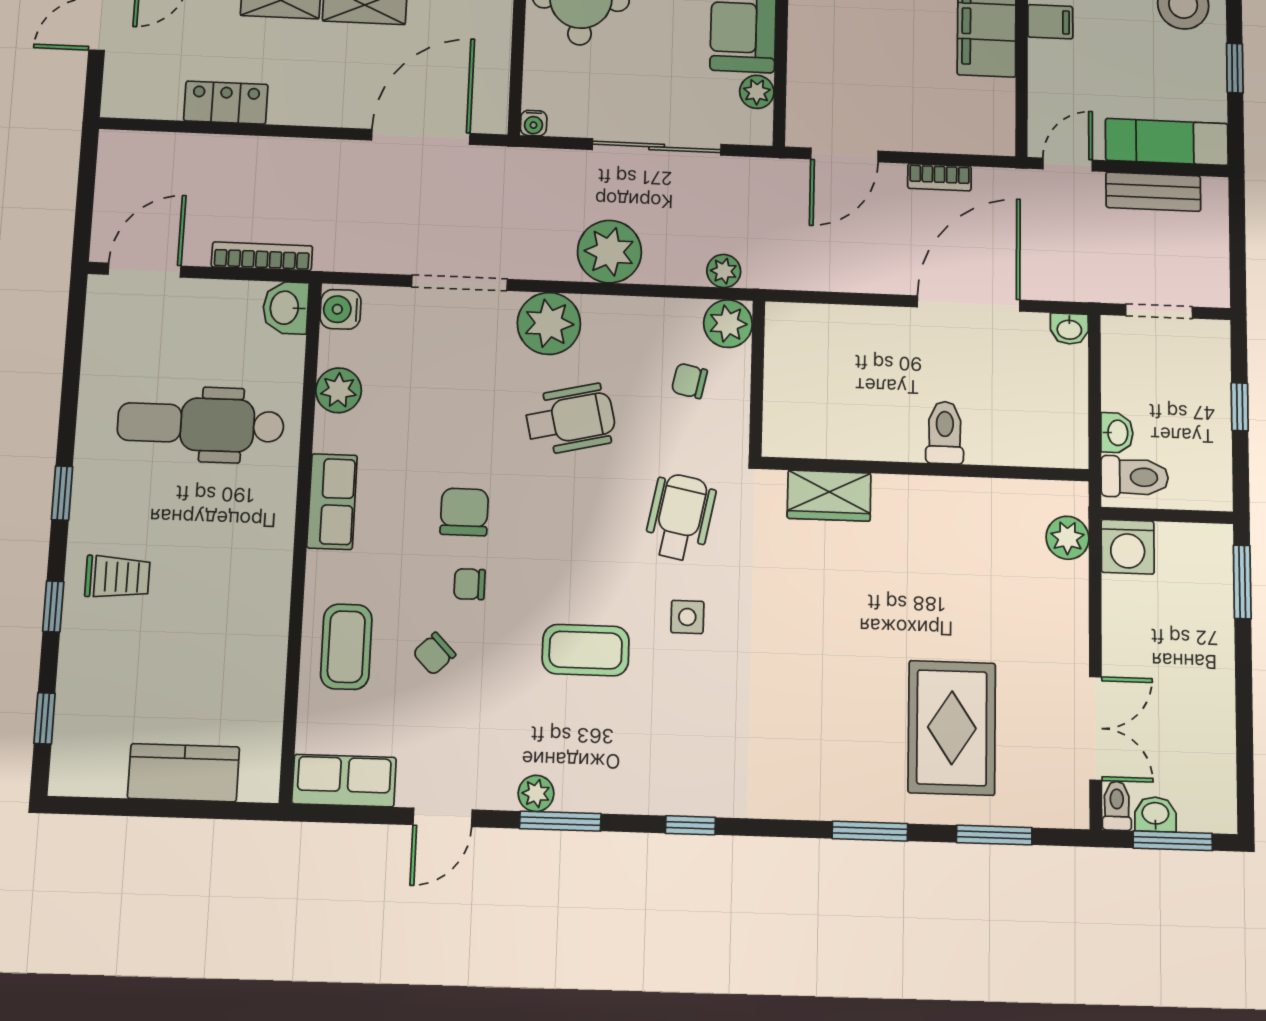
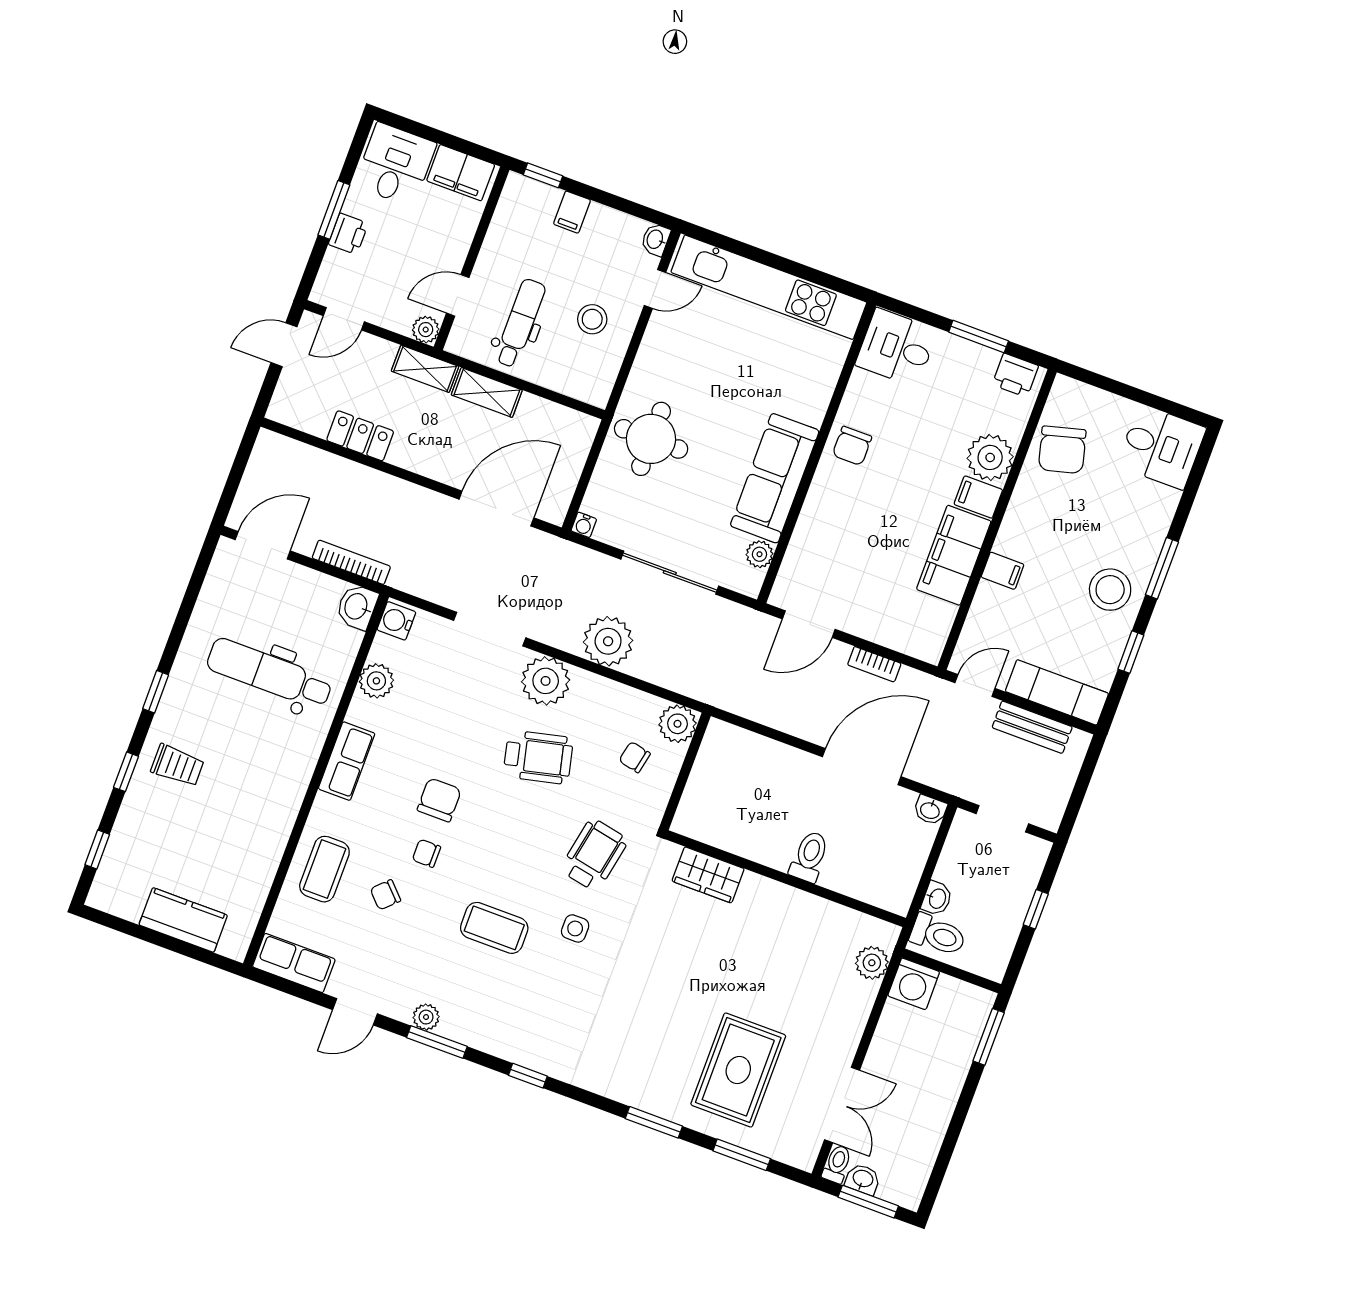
plant: (724, 271) -> (688, 683), removed

